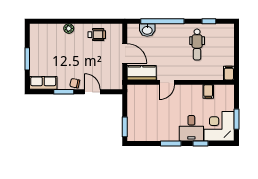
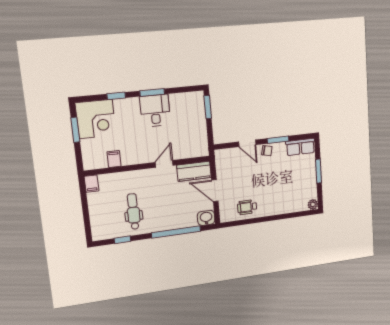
plant: (69, 28) -> (313, 204), moved
washbasin: (147, 30) -> (206, 218), moved
desk: (191, 128) -> (155, 111), moved

